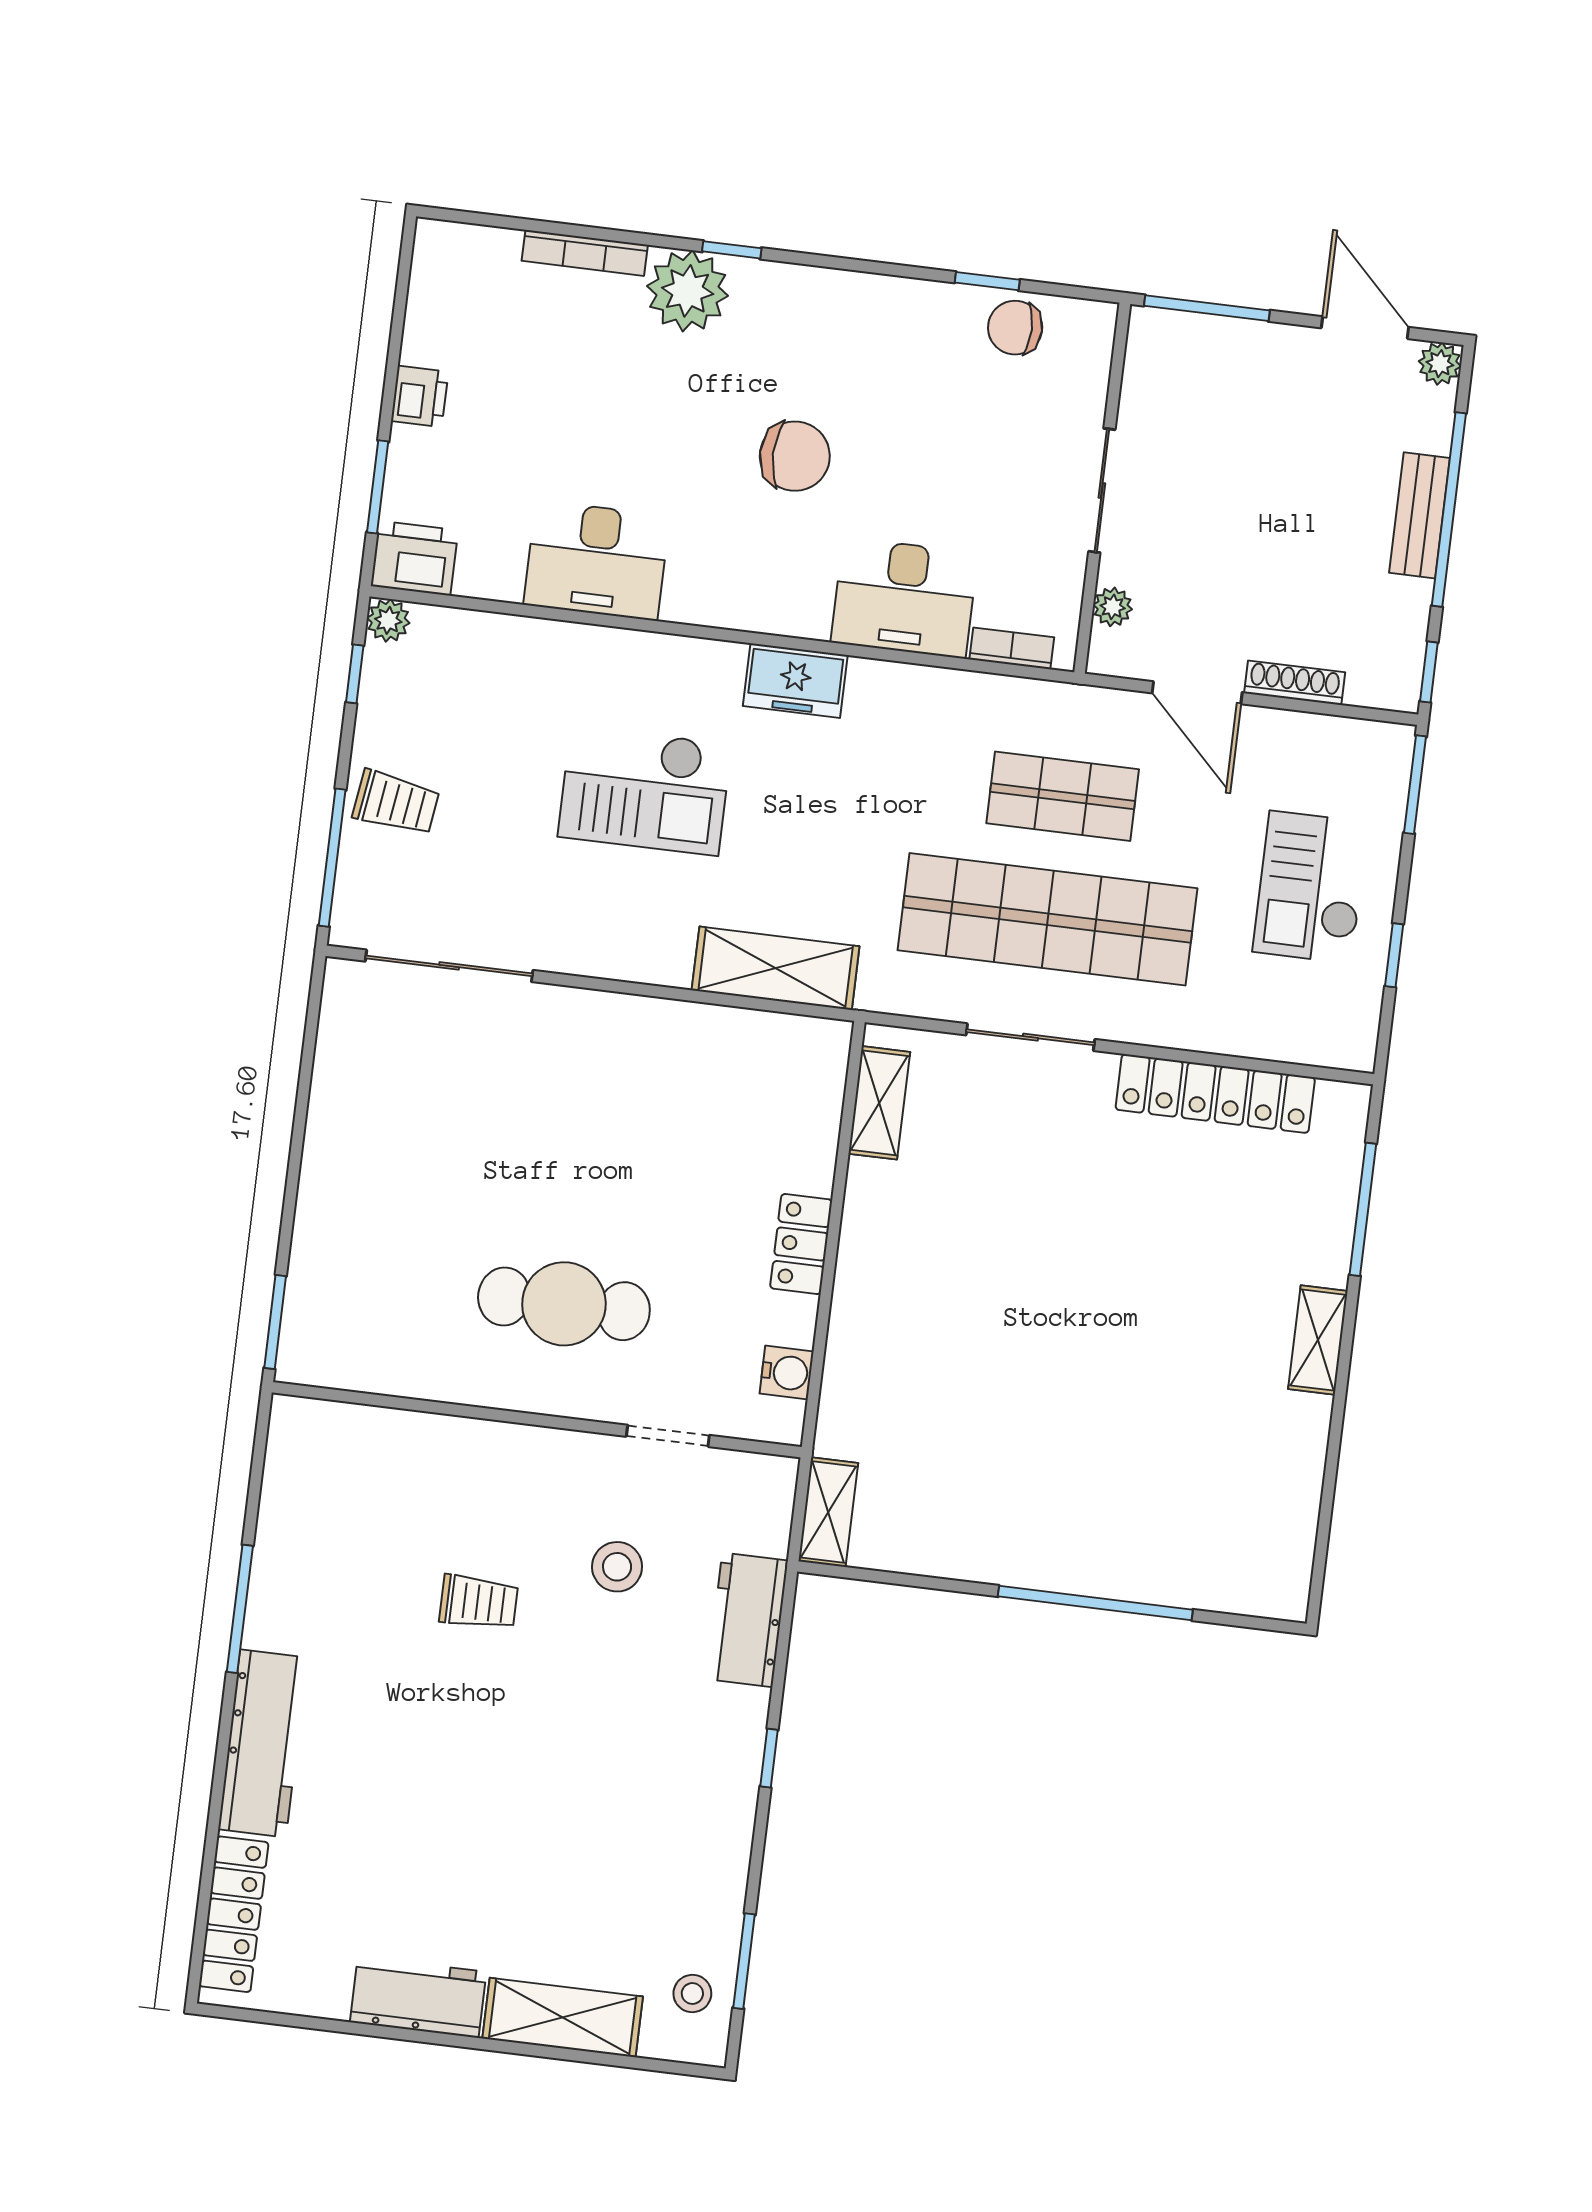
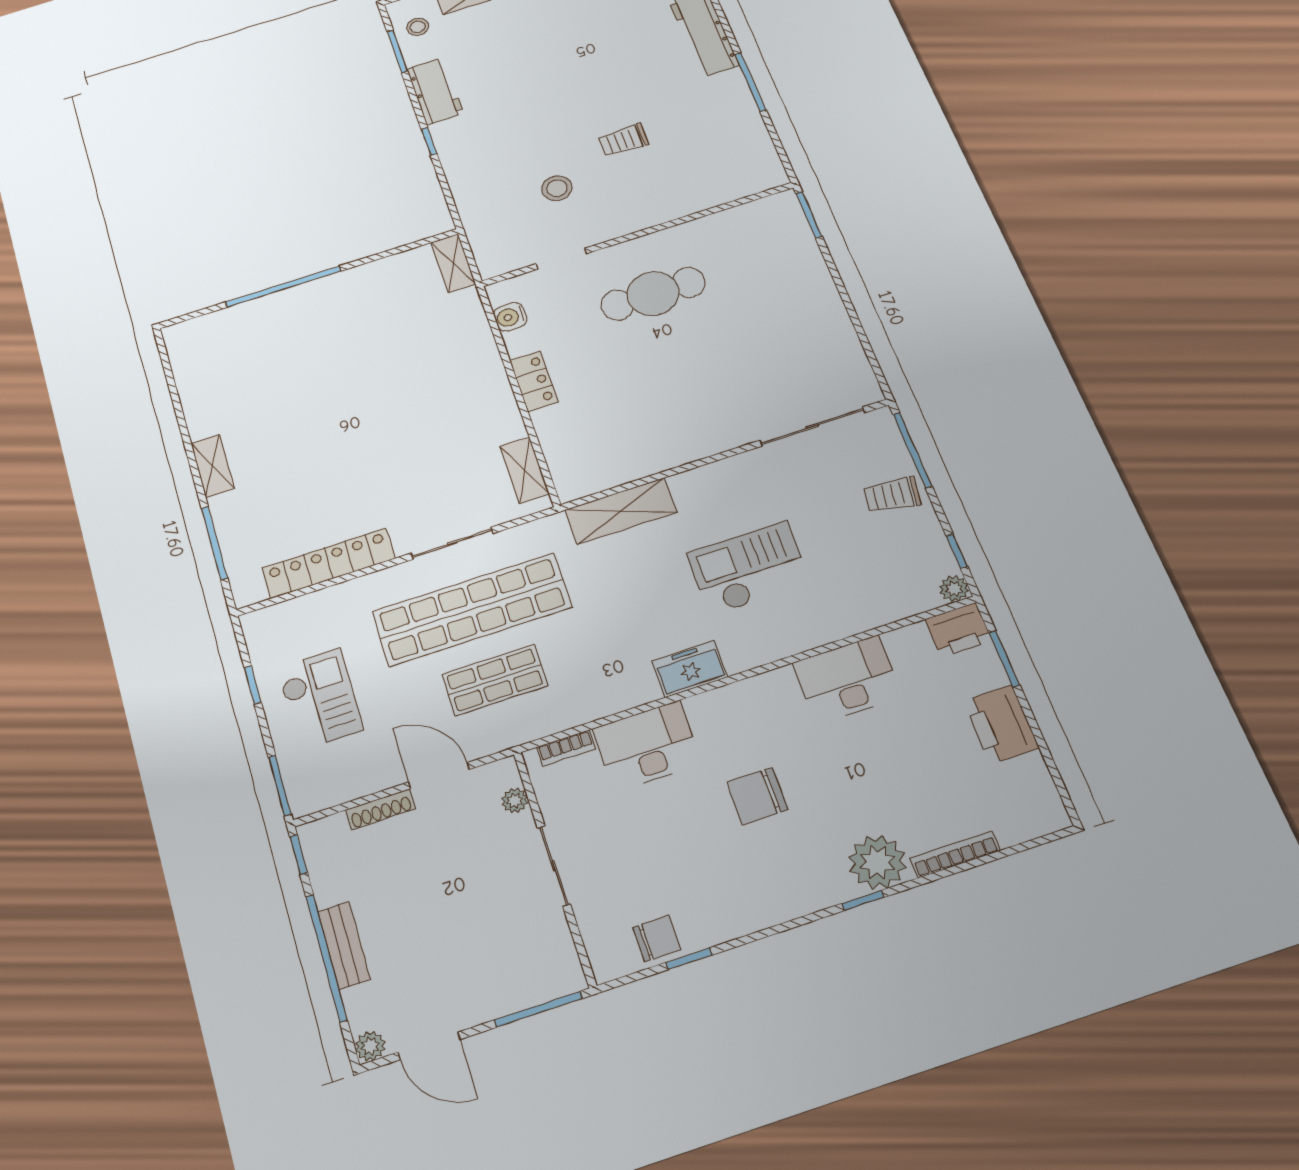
printer: (420, 396) -> (1001, 724), width x1.87, depth x1.48
workbench: (747, 1620) -> (435, 91), moved

